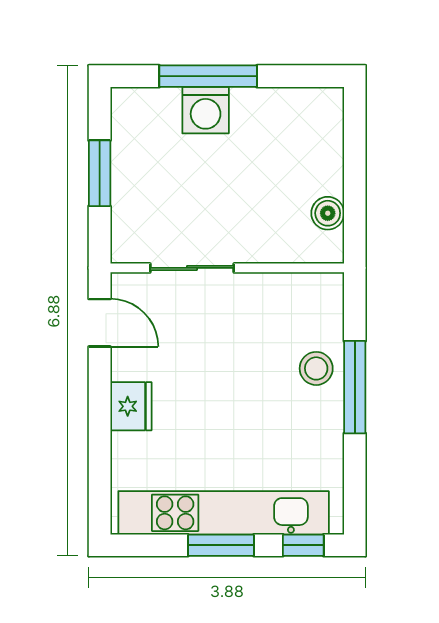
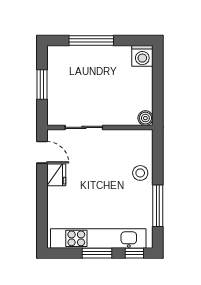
washing machine: (206, 110) -> (142, 56), moved
boiler: (328, 213) -> (145, 118), moved
window: (355, 387) -> (158, 206), moved
fridge: (131, 406) -> (56, 175), moved

